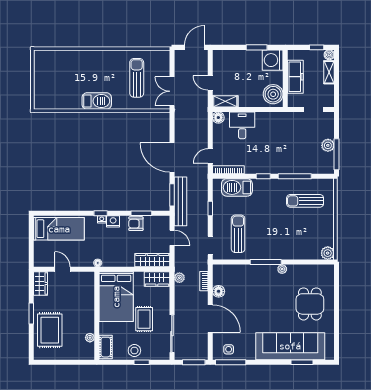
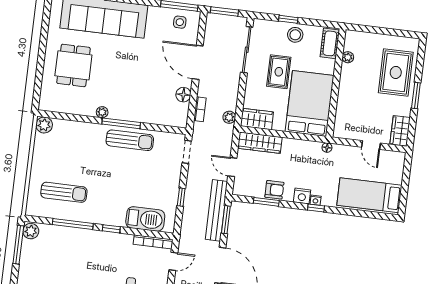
plant: (328, 145) -> (31, 231), moved
sun lounger: (238, 234) -> (130, 140), moved, turned -90

